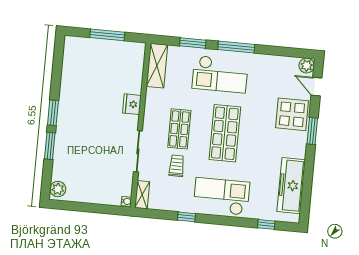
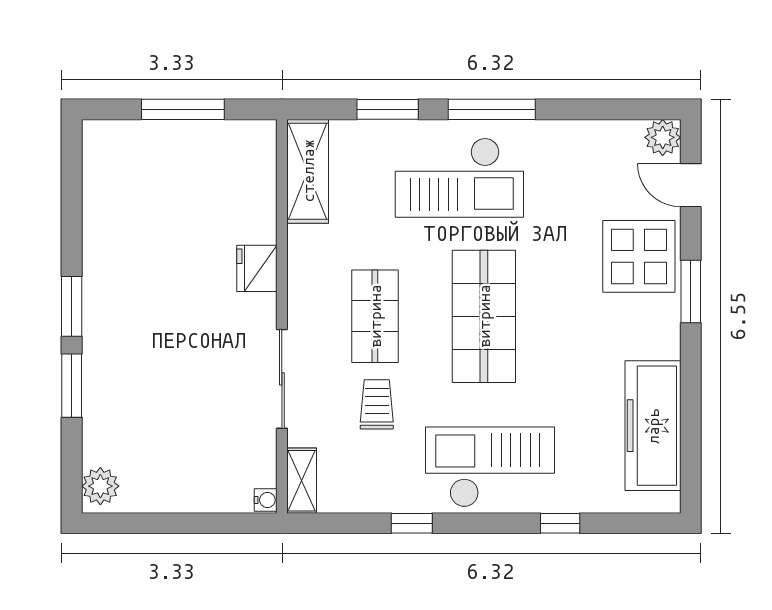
window: (266, 224) -> (560, 523), moved

